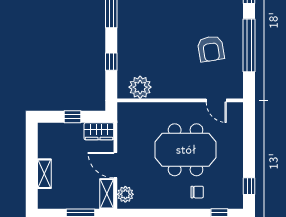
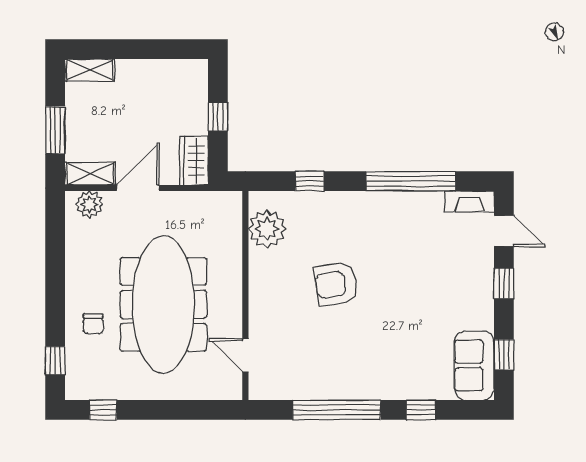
armchair: (211, 49) -> (336, 284), moved
door: (216, 100) -> (245, 355), hinge flipped
meeting table: (186, 150) -> (163, 304), width x1.36
shelving: (44, 174) -> (90, 70), moved

